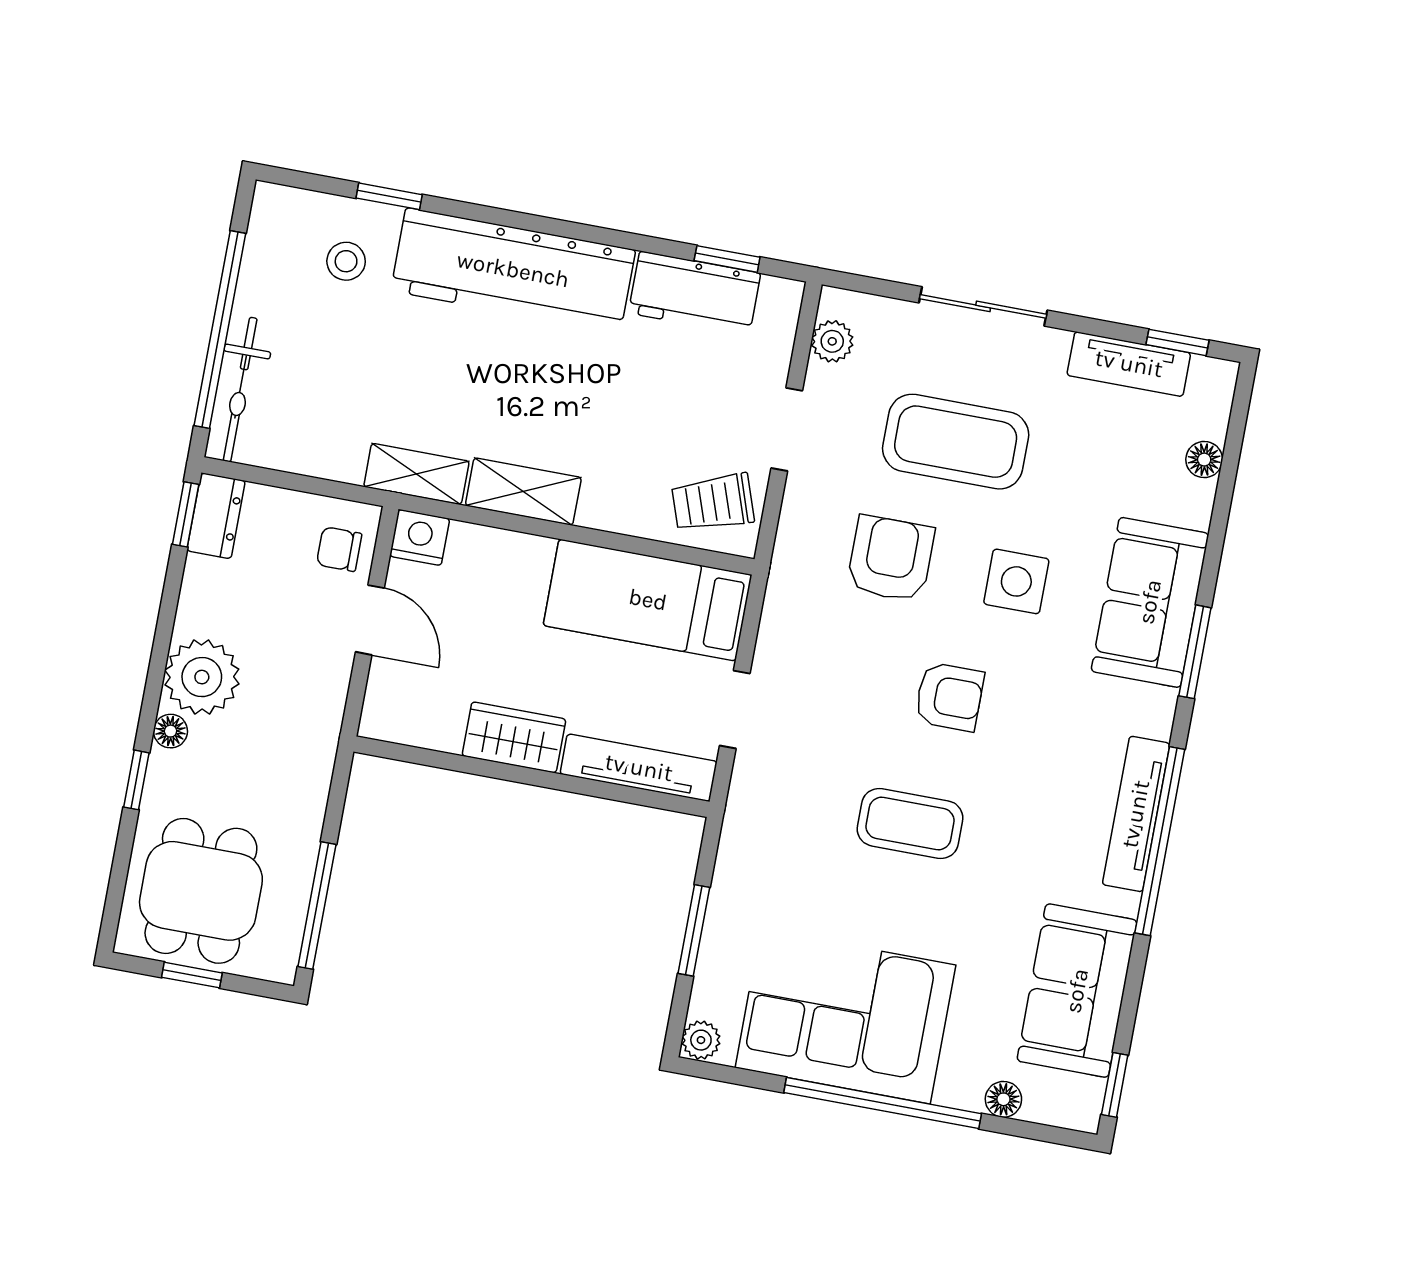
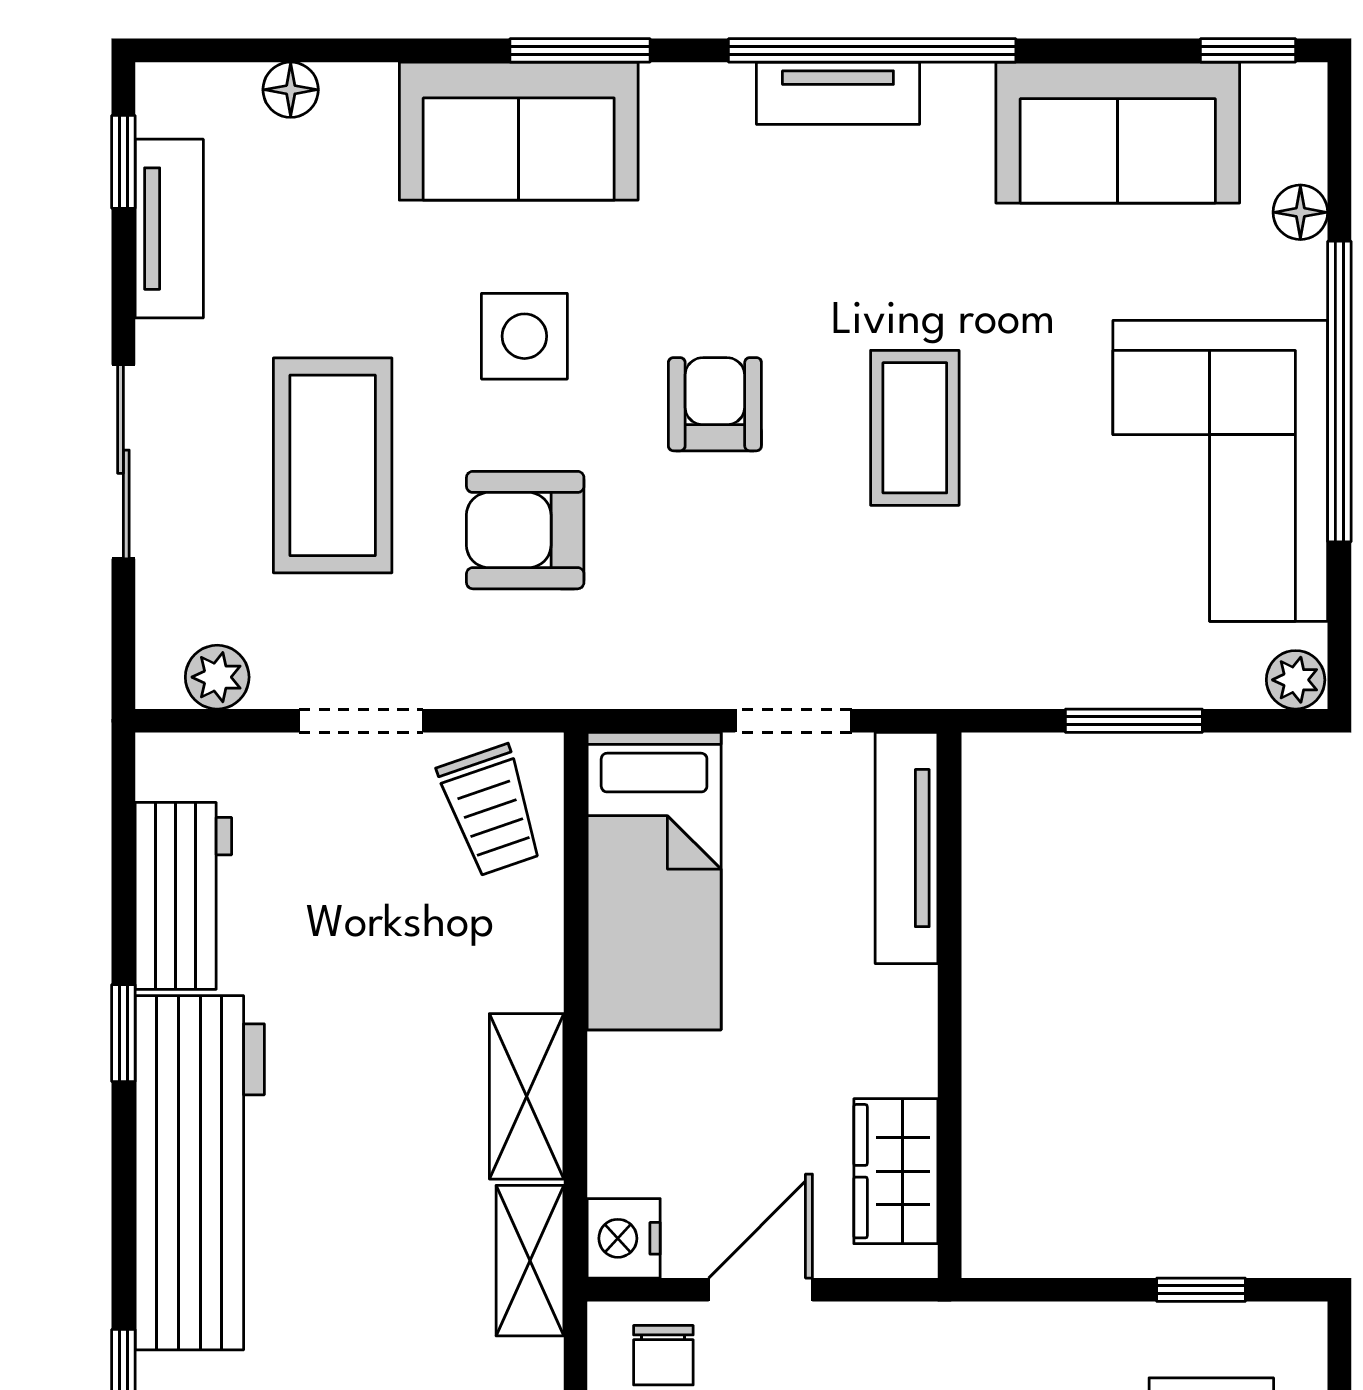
window: (727, 259) -> (123, 1033), moved
wardrobe: (514, 737) -> (896, 1171), moved
tv unit: (1136, 814) -> (838, 93), width x0.71
window: (317, 905) -> (1201, 1290), width x0.46

